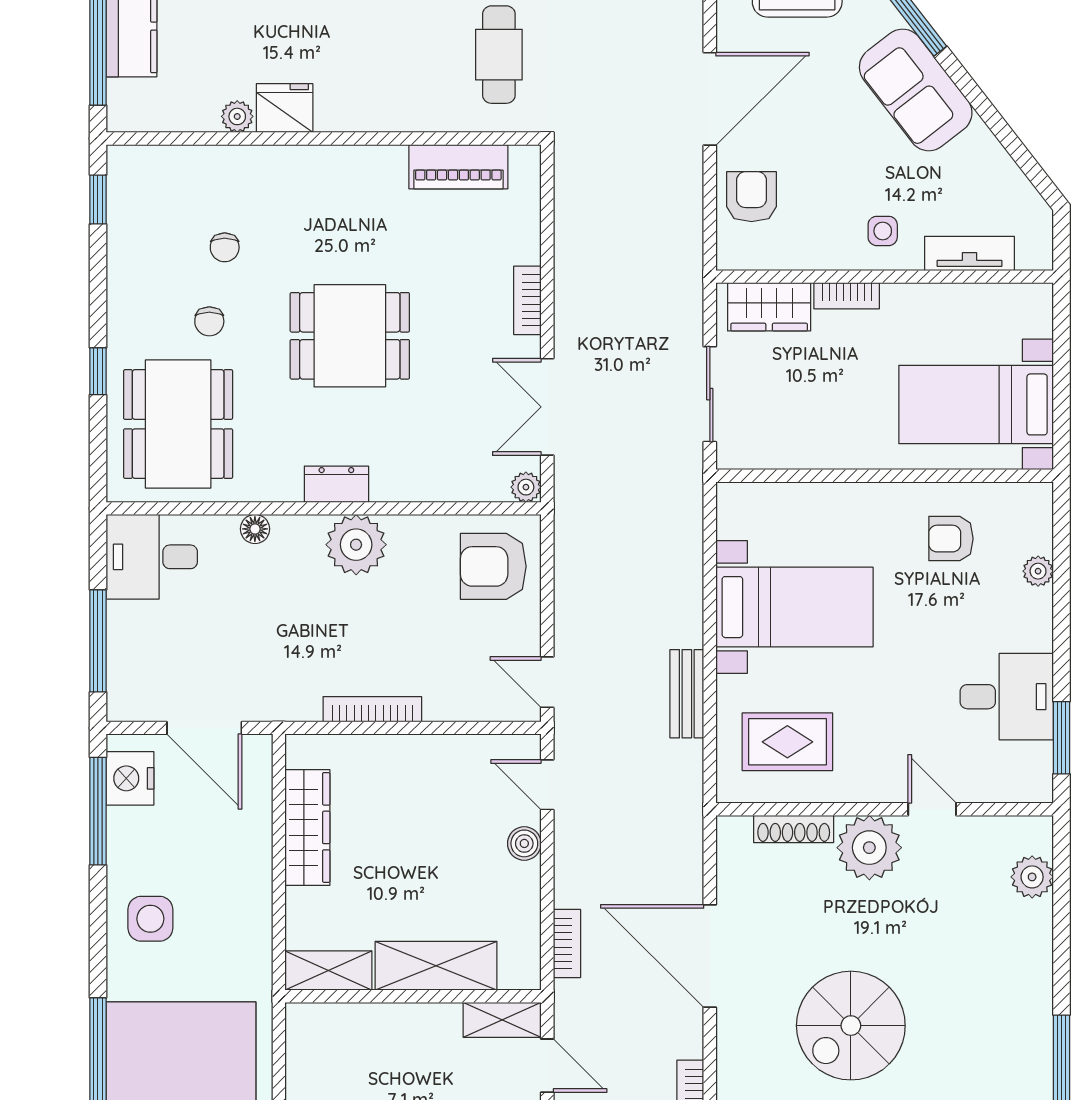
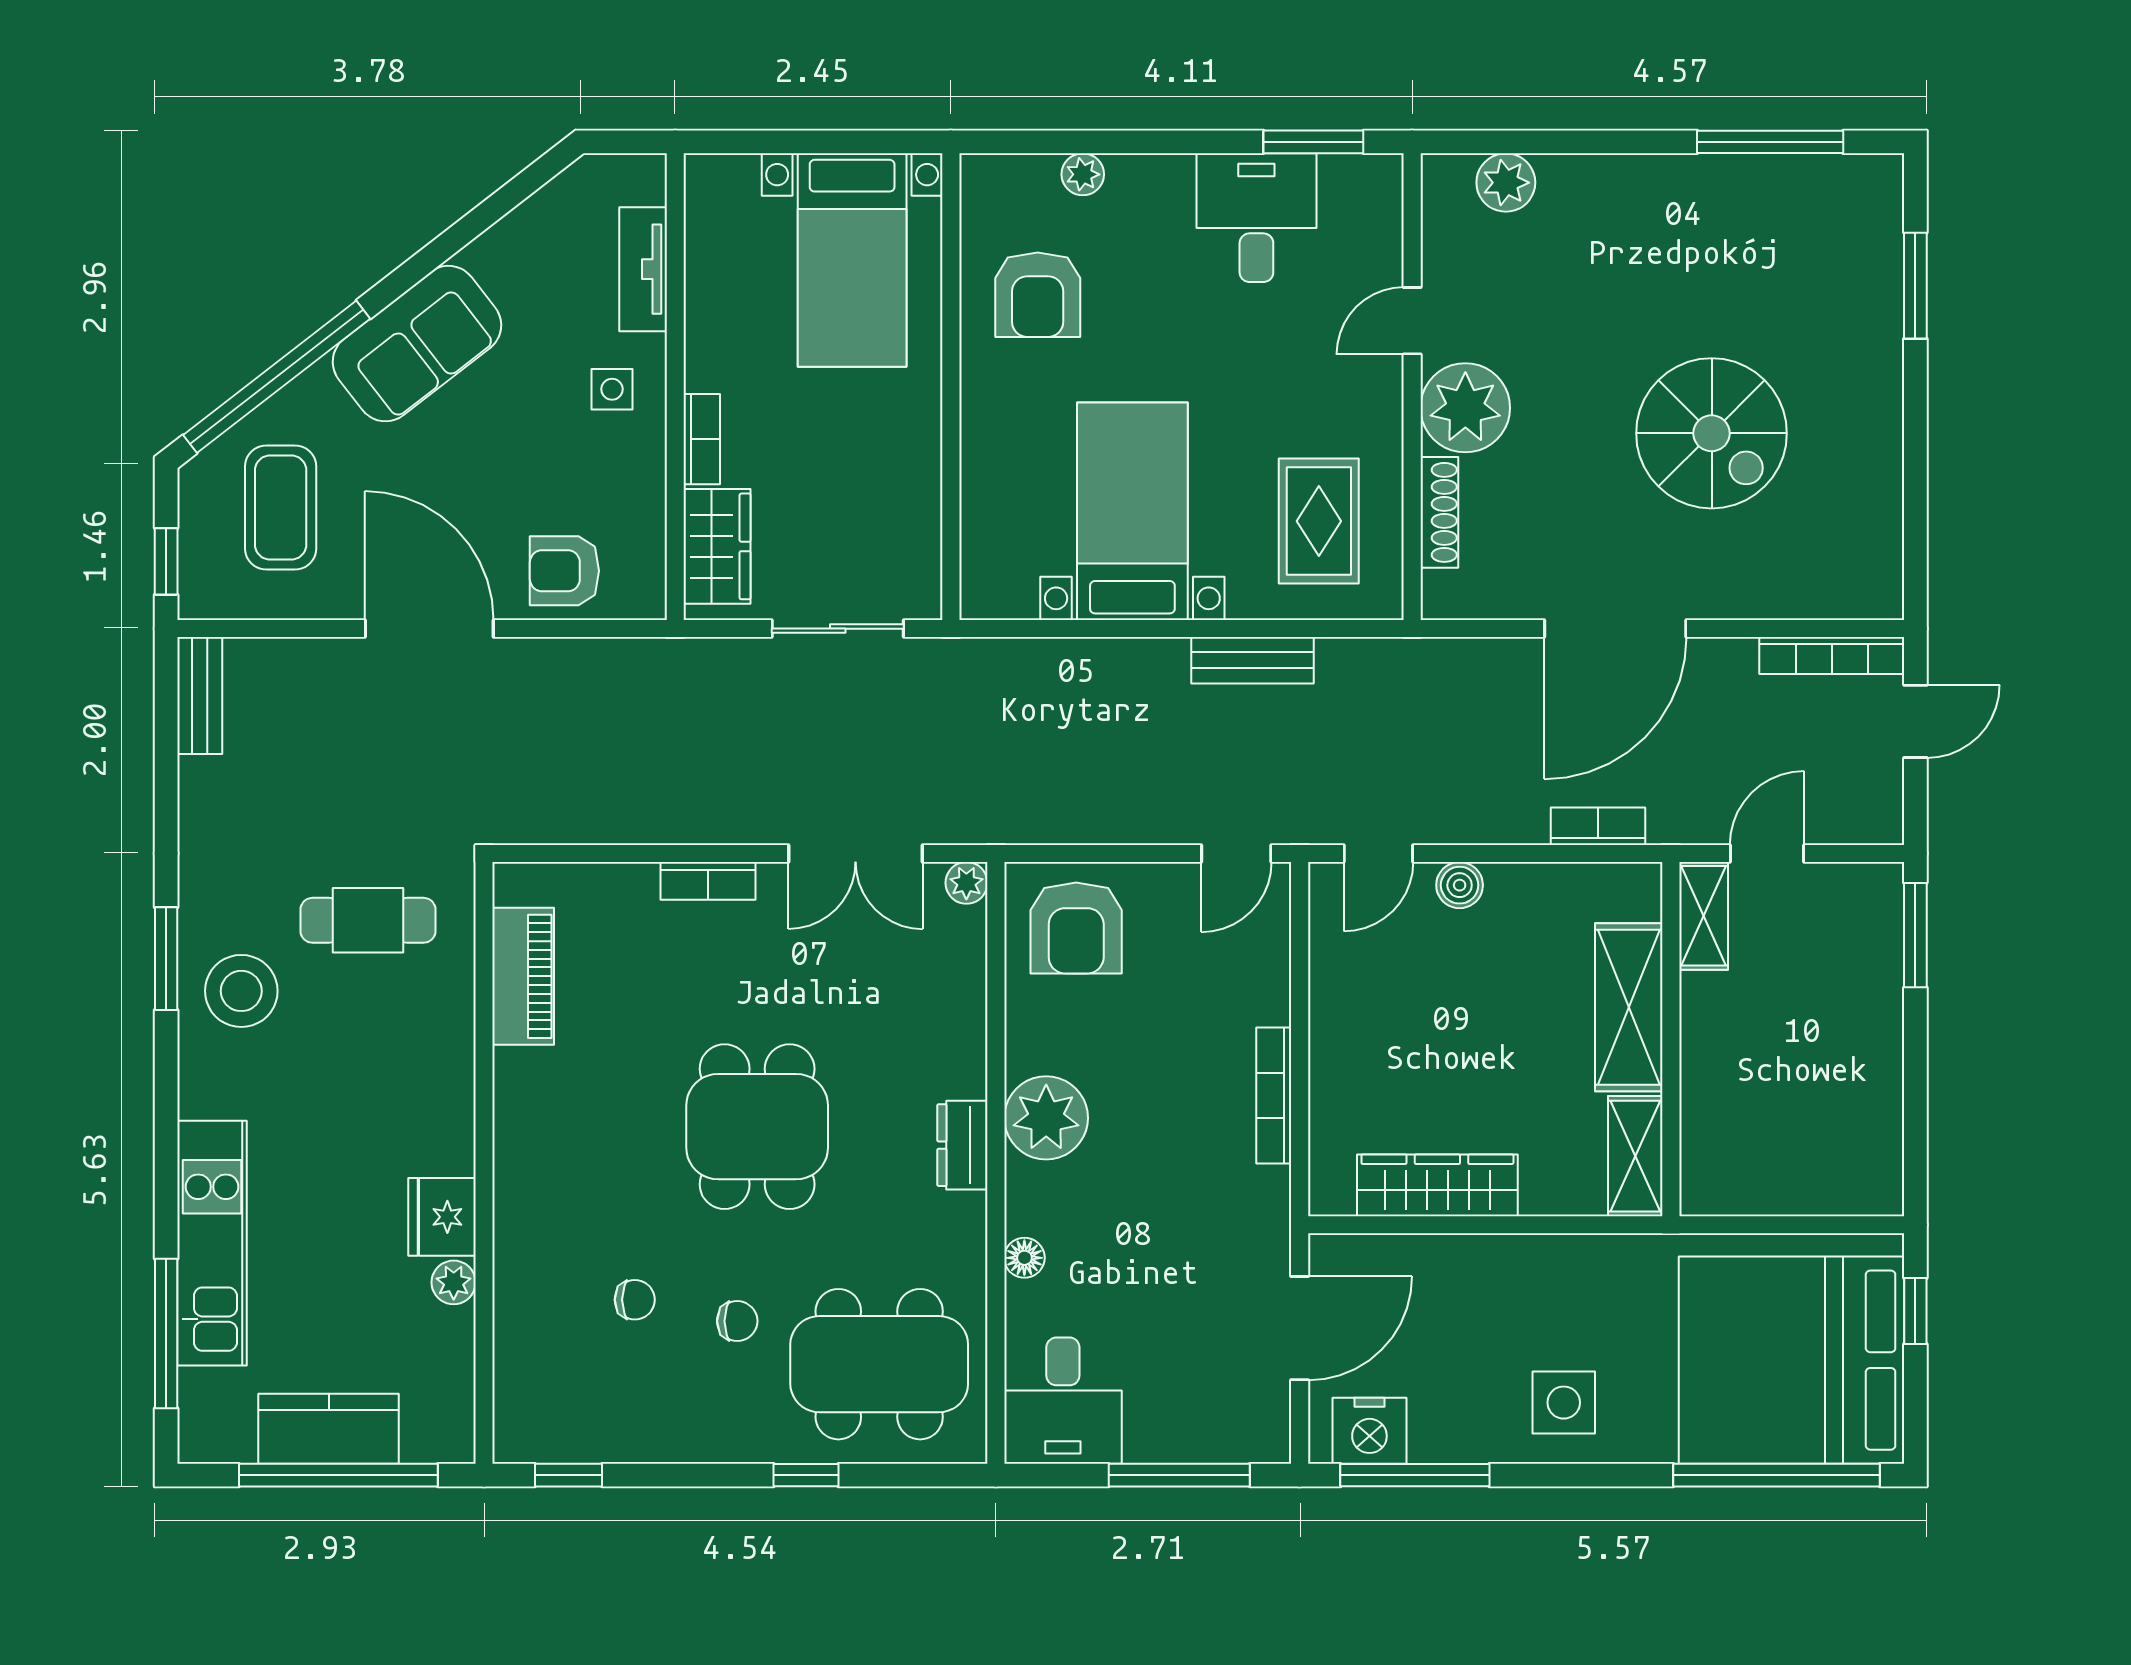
armchair: (951, 539) -> (1038, 295), width x1.38, depth x1.38

